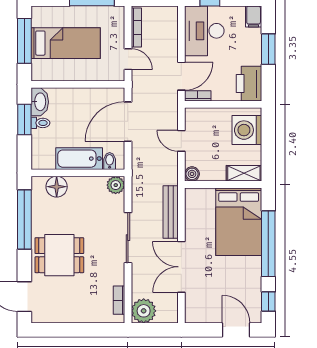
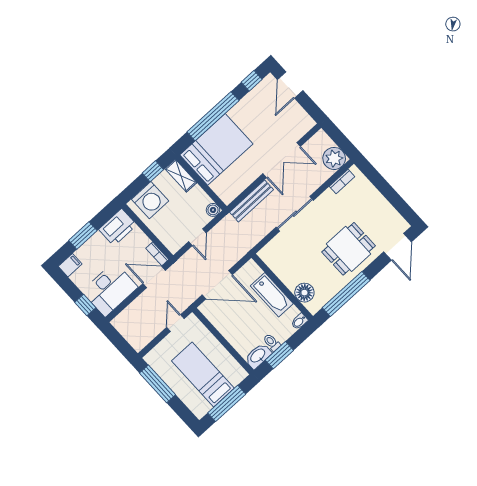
bookcase: (136, 28) -> (149, 337), removed
window: (268, 154) -> (153, 171), added
bidet: (110, 161) -> (299, 322), moved
plant: (116, 185) -> (267, 254), removed
dining table: (59, 255) -> (349, 249), turned 90

